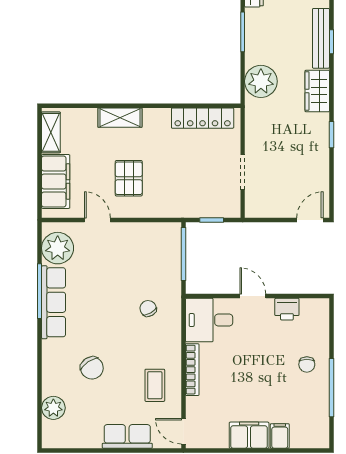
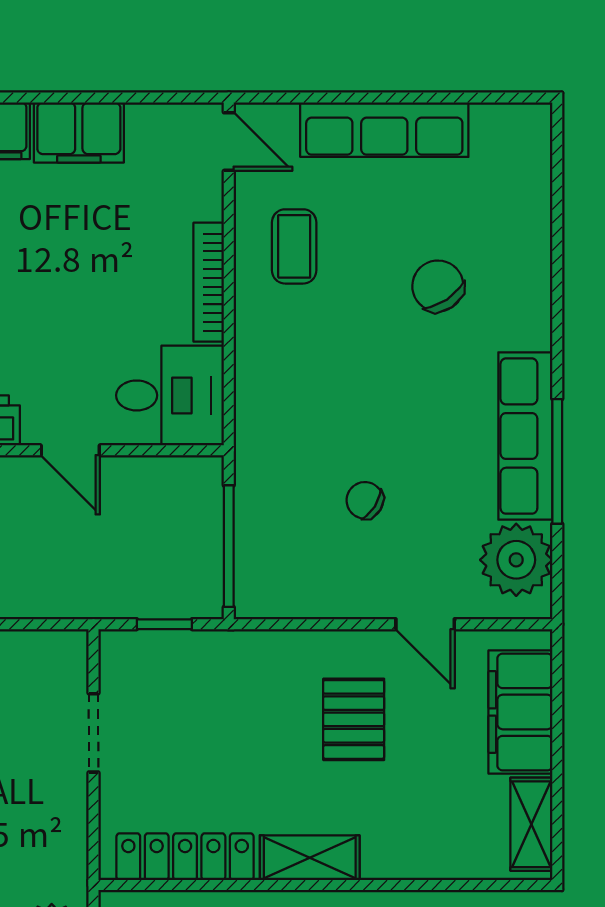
shelving: (120, 118) -> (310, 858), moved
chair: (148, 308) -> (365, 500), moved, turned 151
plant: (53, 408) -> (526, 195), removed
row of seats: (127, 436) -> (384, 130), width x1.48

